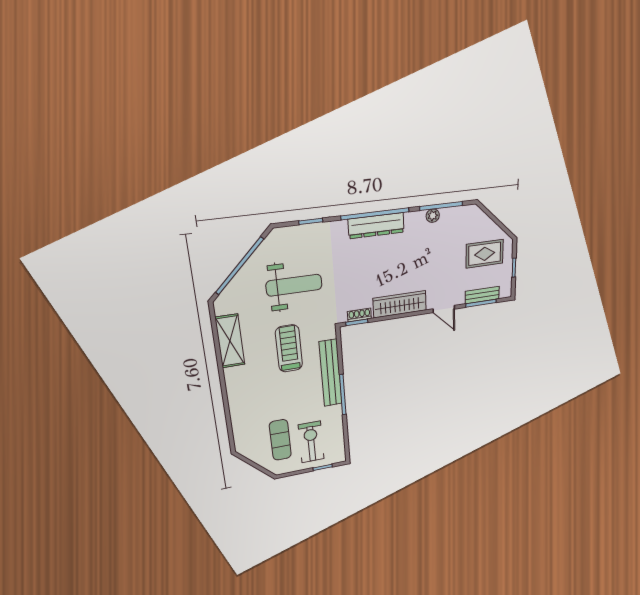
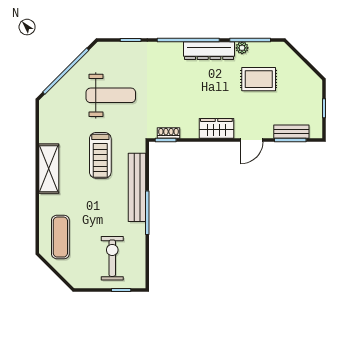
dresser: (376, 226) -> (209, 51), moved
rug: (485, 254) -> (259, 79), moved
wardrobe: (400, 304) -> (216, 128), width x0.67
door: (444, 309) -> (252, 140), hinge flipped
shelving: (230, 341) -> (49, 169), moved
treadmill: (289, 349) -> (100, 155), turned 180
exercise mat: (280, 440) -> (60, 237), moved

